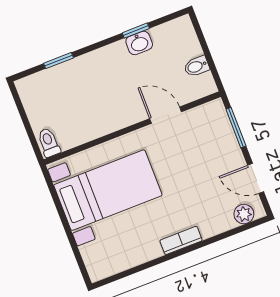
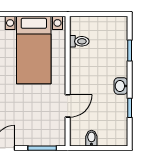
washbasin: (139, 43) -> (121, 86), moved
toilet: (49, 143) -> (79, 41), moved

